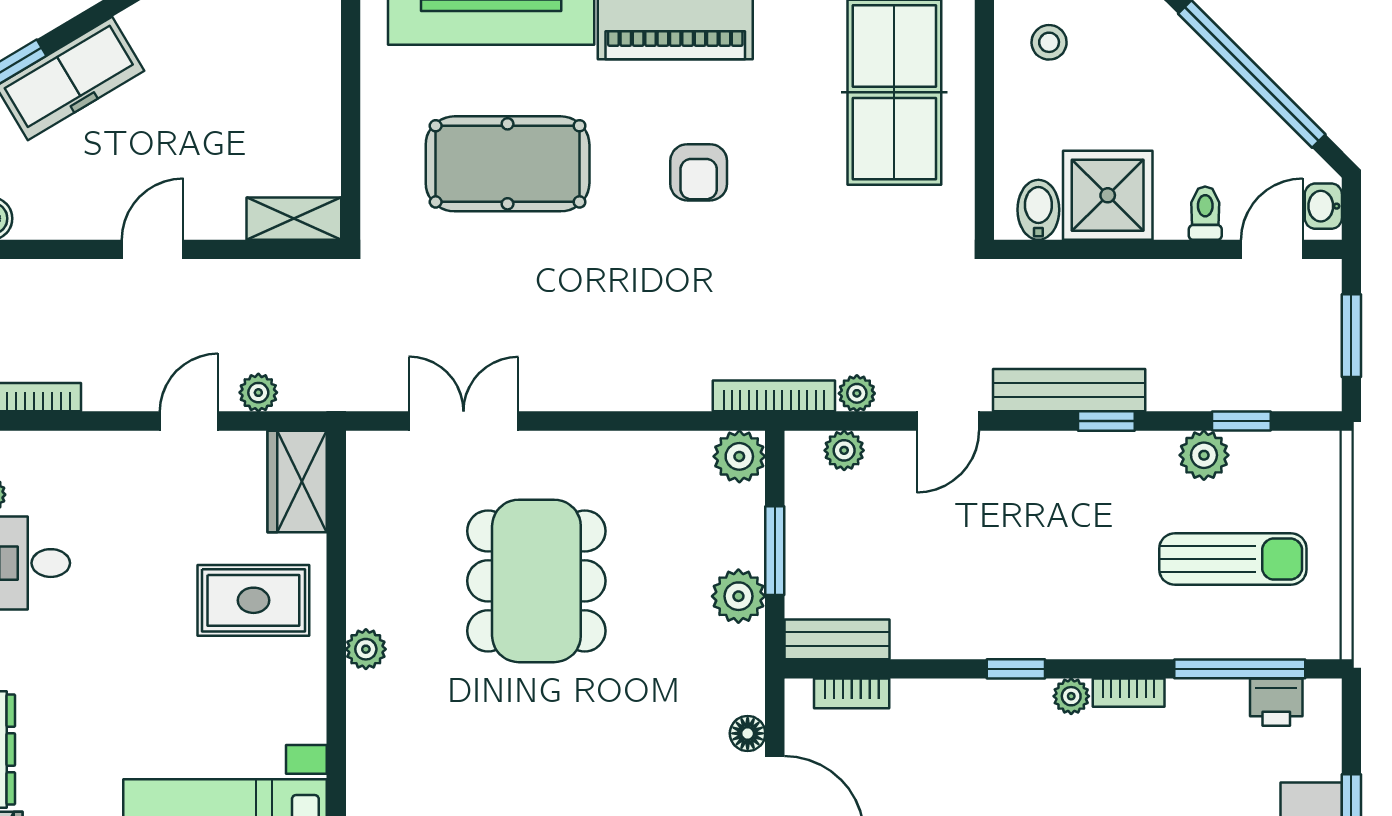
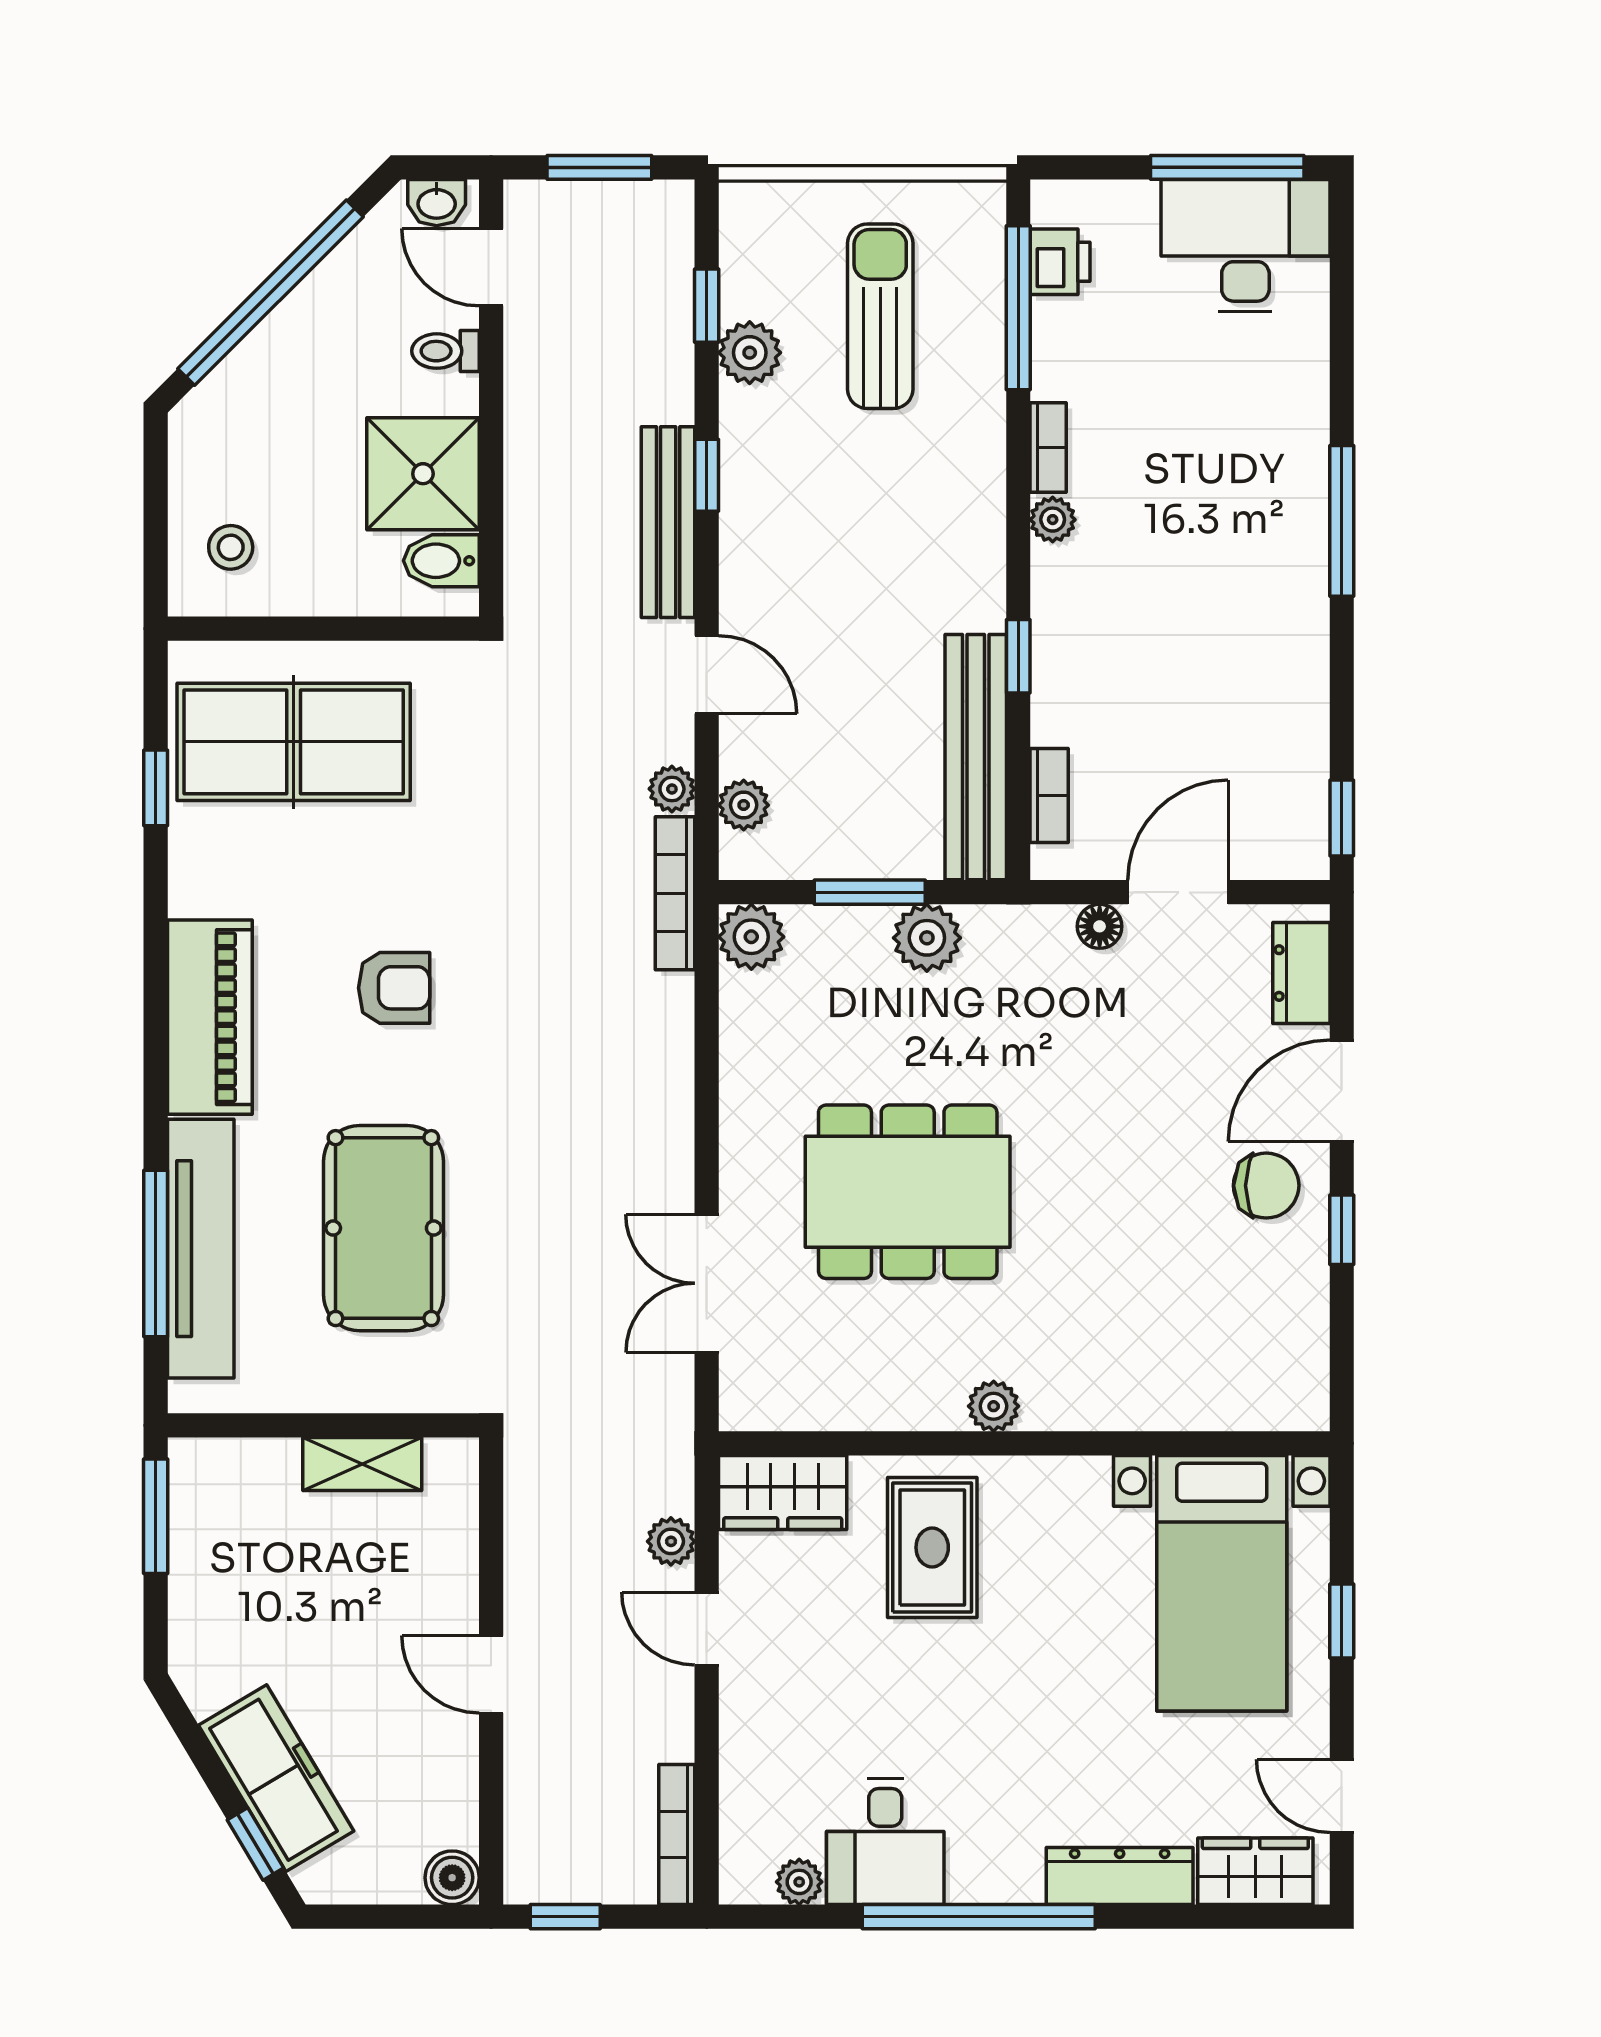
shelving: (294, 219) -> (362, 1464), moved, turned 90
bench: (837, 639) -> (976, 757), width x1.86, depth x1.21
window: (1016, 669) -> (1018, 656), moved

